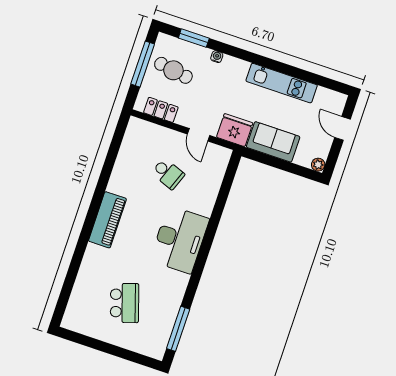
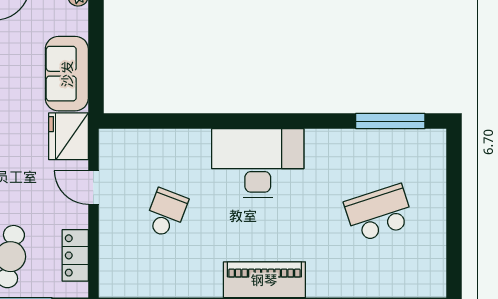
door: (199, 135) -> (93, 187), swing flipped

